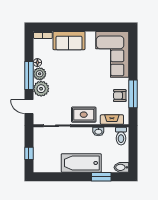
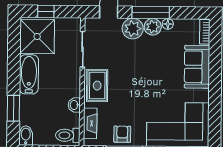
shower: (48, 160) -> (37, 37), added
bathtub: (81, 163) -> (29, 74), width x0.73, depth x0.73

